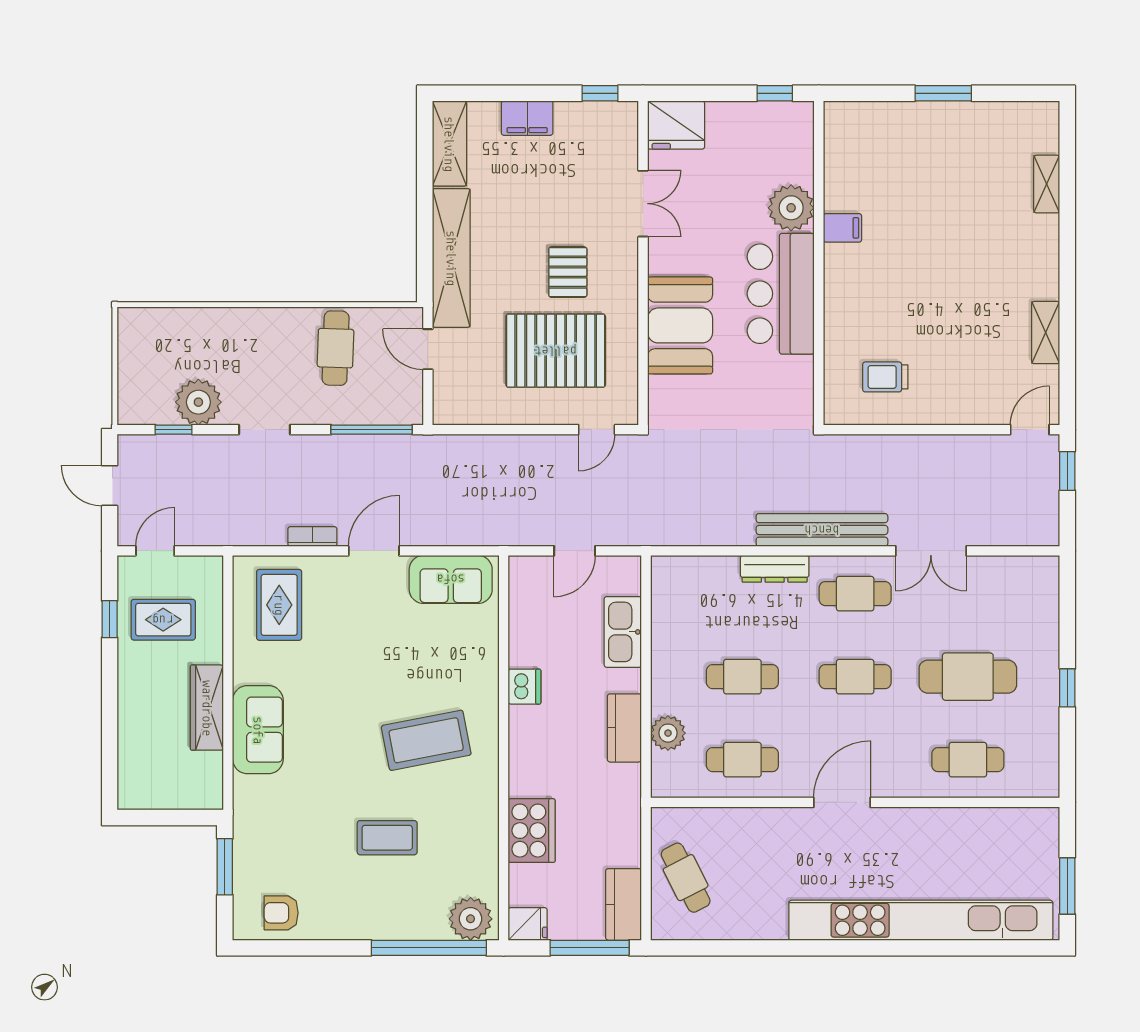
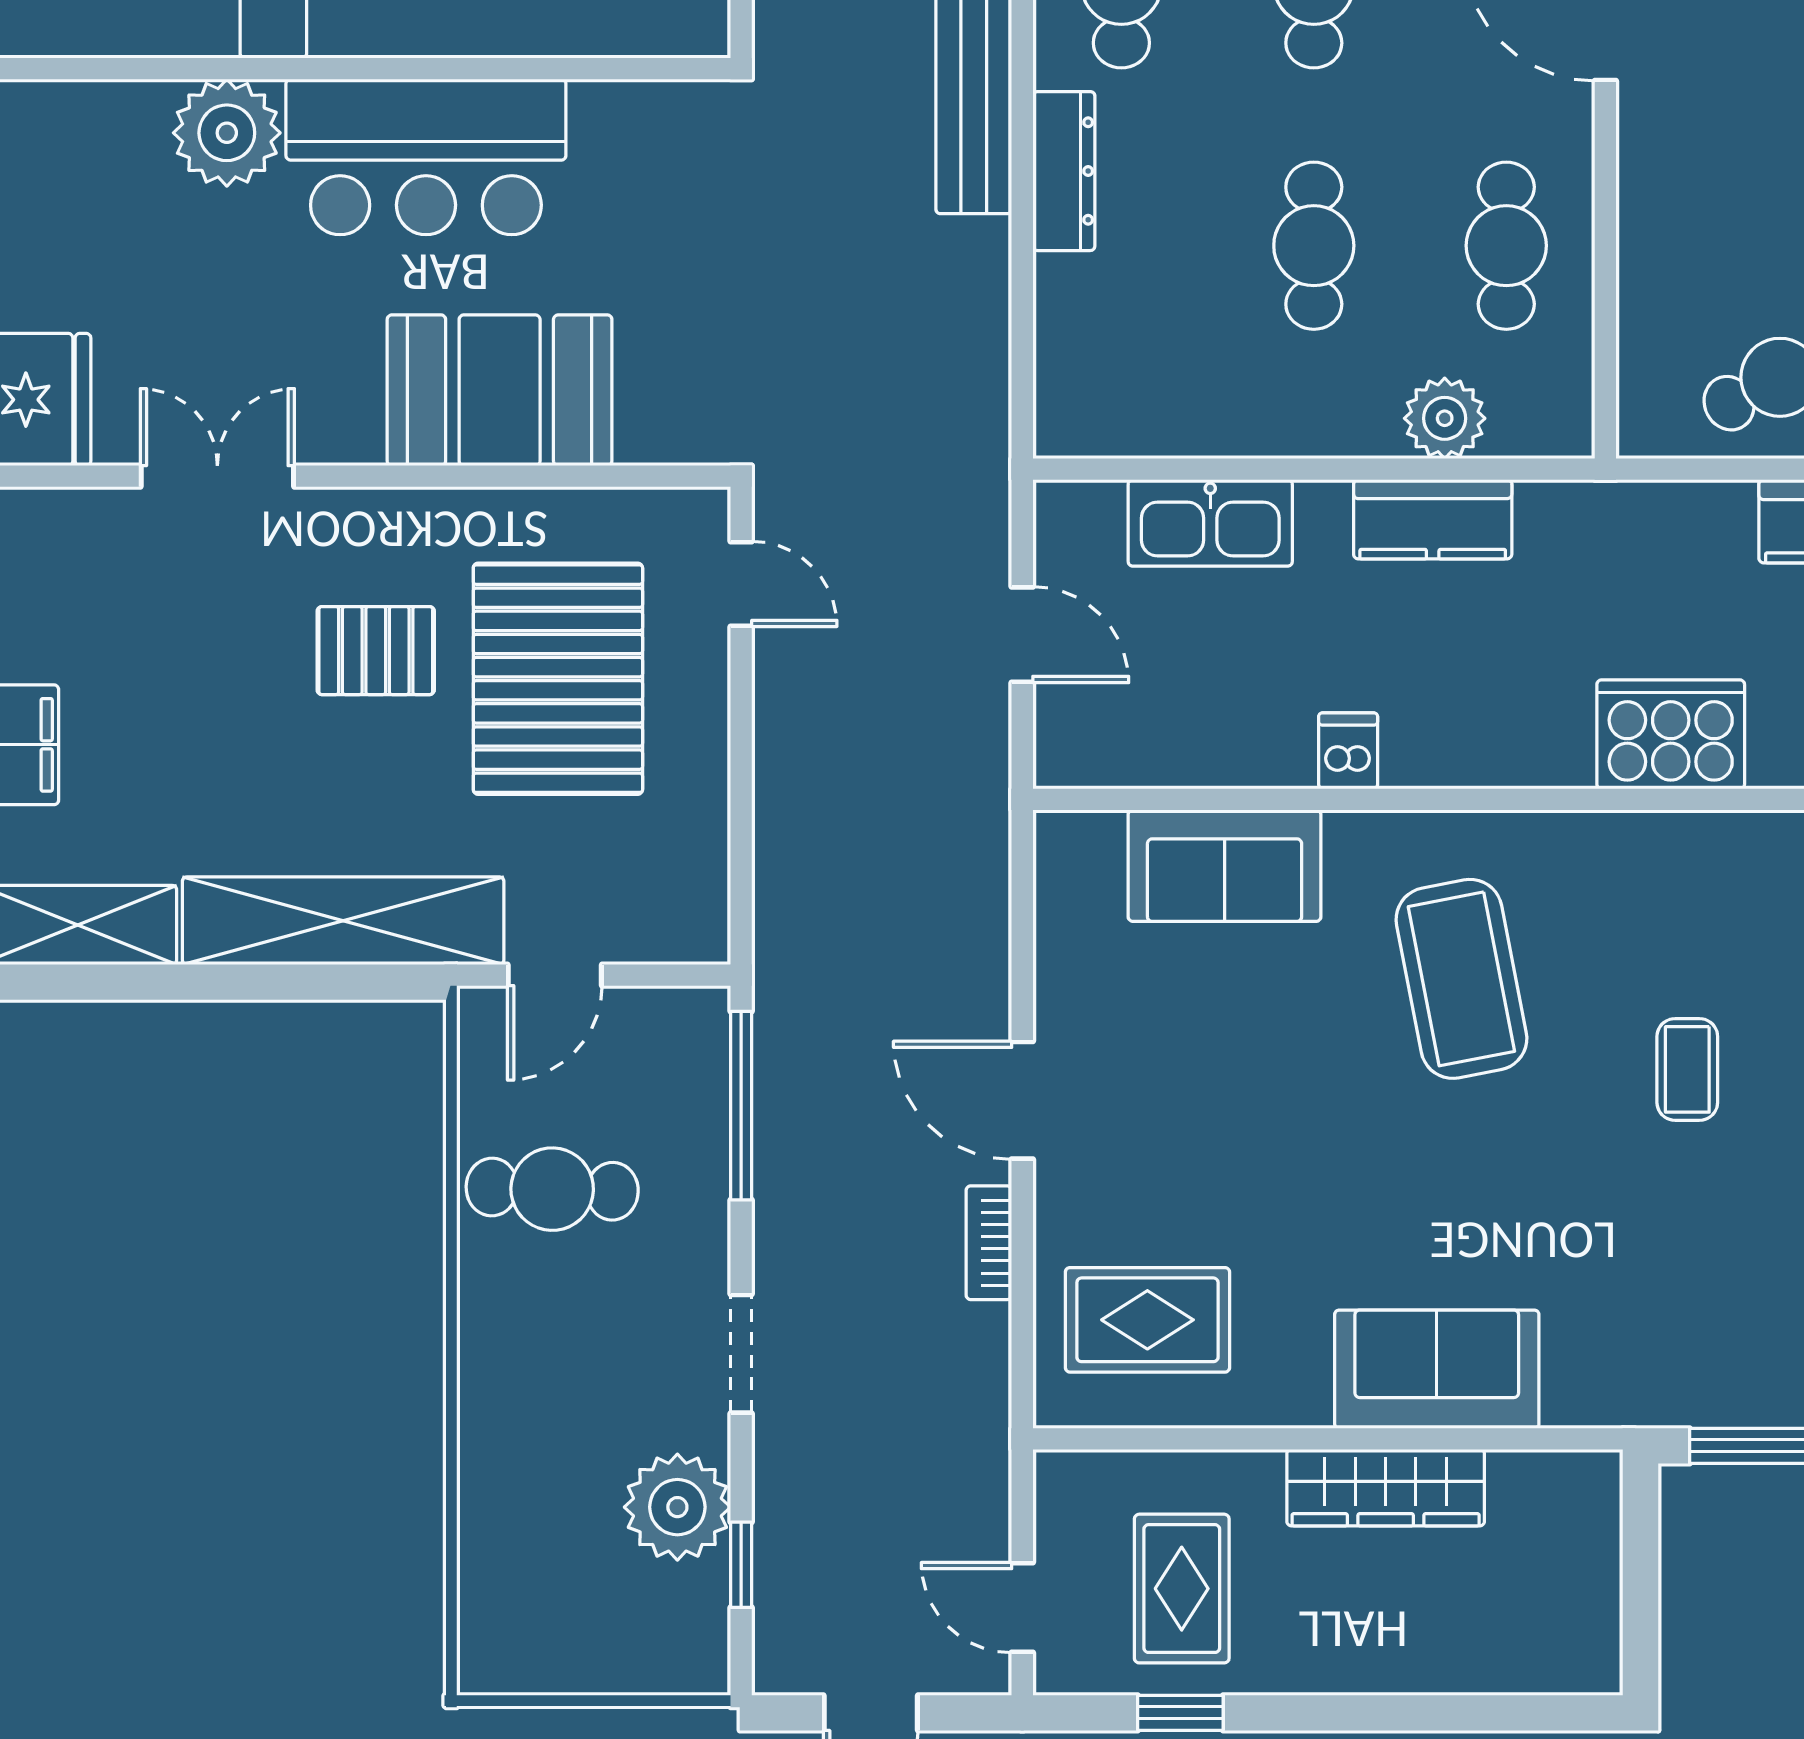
sofa: (451, 579) -> (1225, 866), moved, turned 90
dishwasher: (525, 687) -> (1348, 751), width x0.73
coffee table: (387, 838) -> (1687, 1069), width x0.73, depth x0.77

